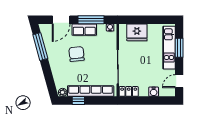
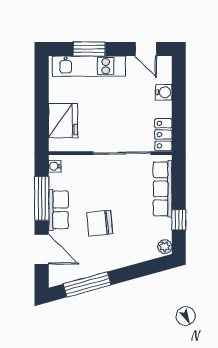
row of seats: (91, 91) -> (163, 189), width x0.73

